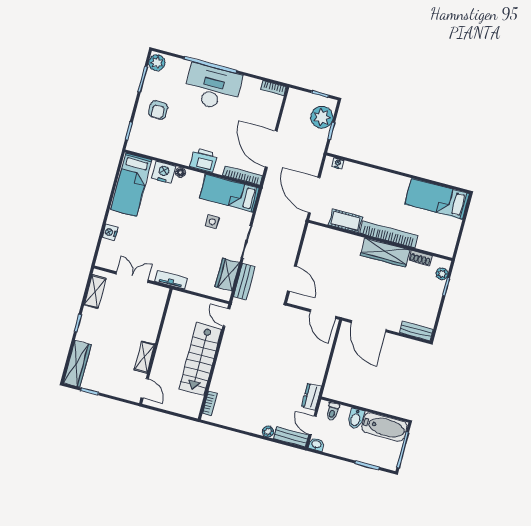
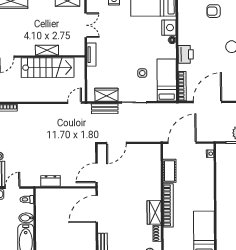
wardrobe: (385, 253) -> (154, 212), width x0.67
shelving: (144, 357) -> (47, 50), moved
stairs: (200, 359) -> (48, 68), moved, turned 180
dresser: (311, 397) -> (50, 181), moved

